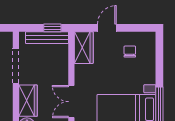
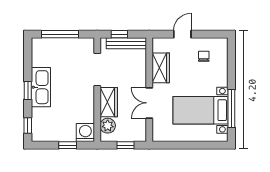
window: (52, 28) -> (119, 34), moved
wardrobe: (84, 48) -> (161, 68), moved

